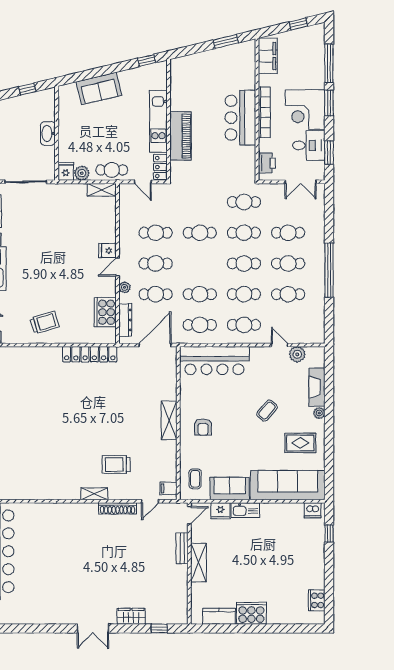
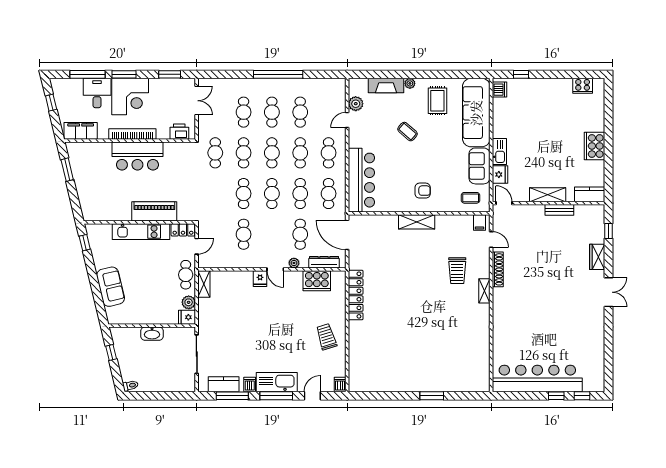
desk: (309, 145) -> (97, 93), moved
cafe table: (156, 263) -> (272, 194), moved
bench: (182, 548) -> (559, 210), moved
kitchen counter: (219, 616) -> (590, 194), moved, turned 90

